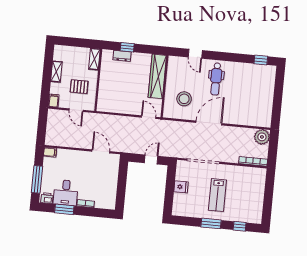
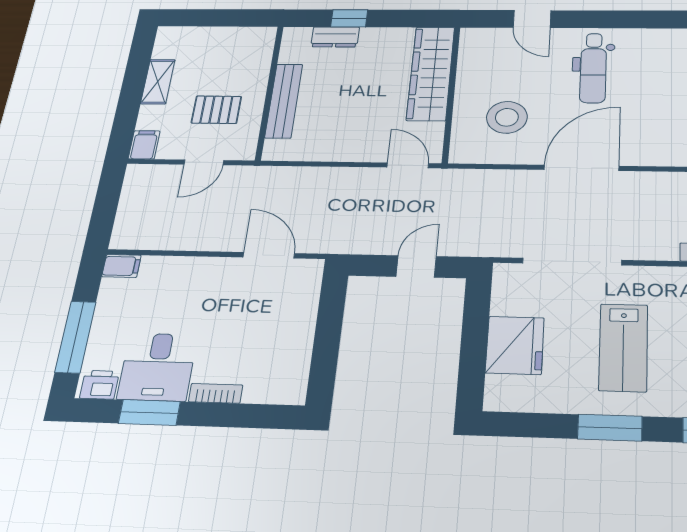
shelving: (94, 59) -> (261, 49), removed
bench: (104, 85) -> (284, 101), added
door: (76, 110) -> (204, 162), hinge flipped
fridge: (181, 187) -> (515, 345), width x1.88, depth x1.34

